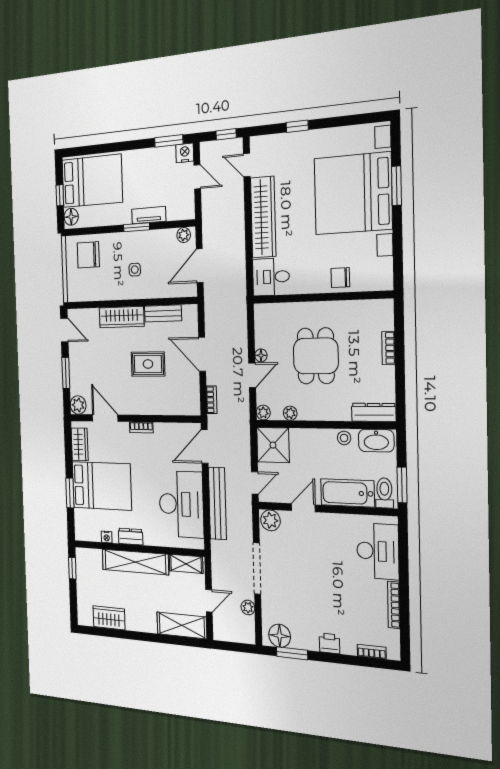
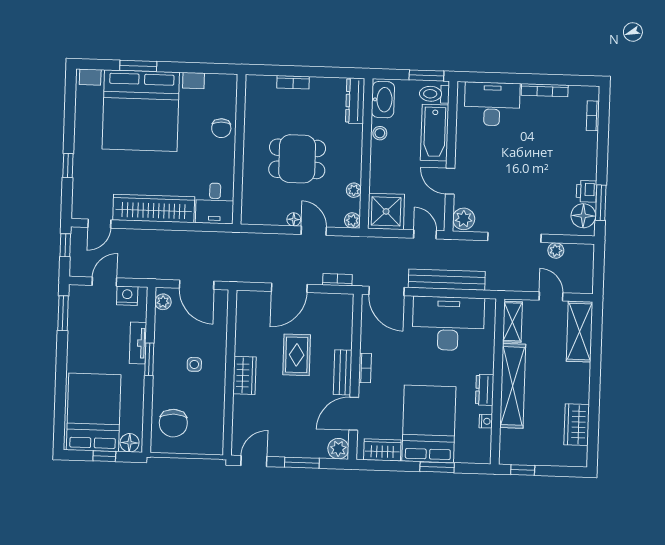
nightstand: (185, 153) -> (127, 296), moved, turned 90
bench: (163, 313) -> (343, 372), moved
wardrobe: (122, 317) -> (244, 375), width x0.67
printer: (329, 643) -> (586, 191), moved

